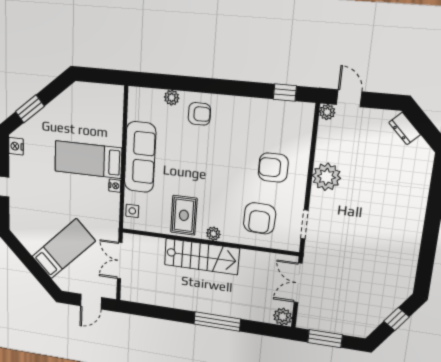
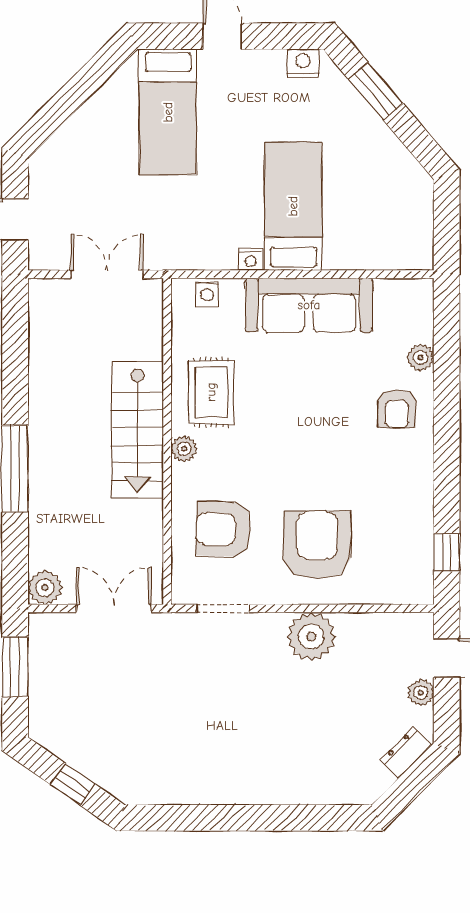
plant: (327, 112) -> (421, 693), moved
armchair: (273, 168) -> (317, 545), width x1.36, depth x1.36
rug: (184, 215) -> (211, 392), turned 90
bed: (63, 249) -> (168, 112), moved, turned 45

